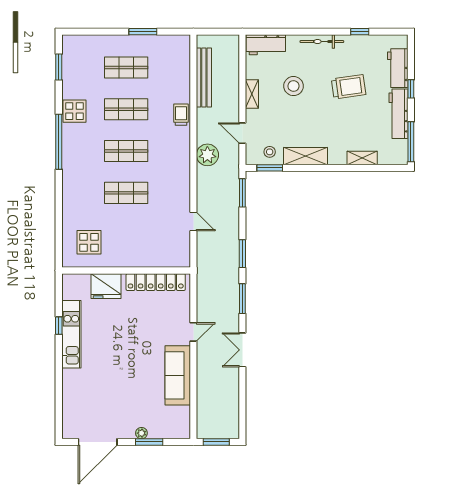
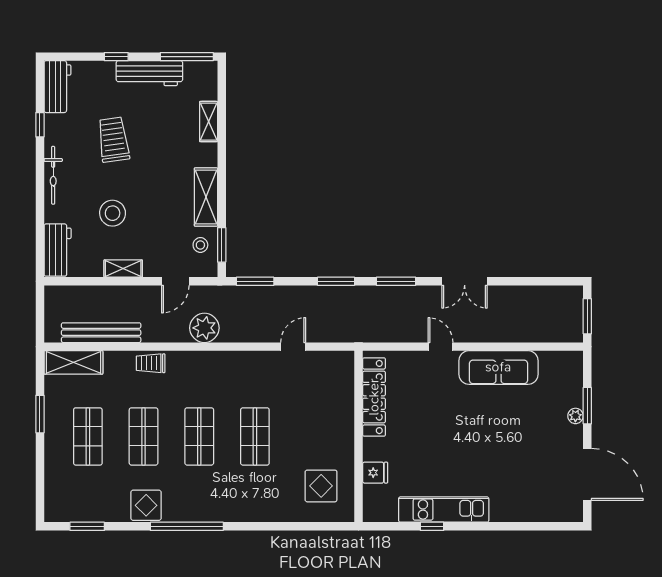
shelving: (182, 57) -> (73, 362), added
workbench: (398, 68) -> (57, 87), moved, turned -90
fridge: (106, 286) -> (375, 473), width x0.53, depth x0.75

